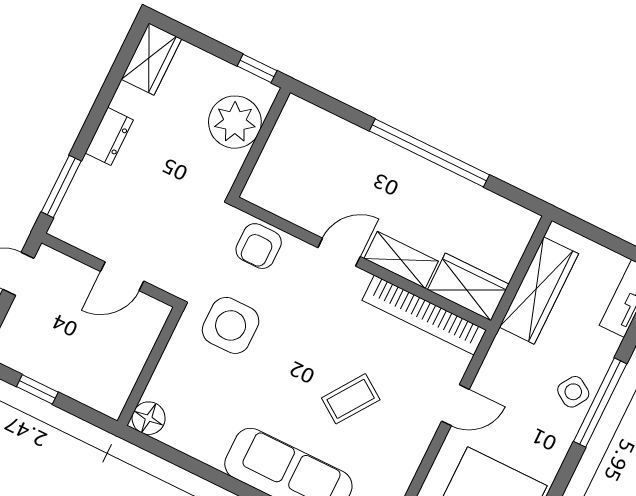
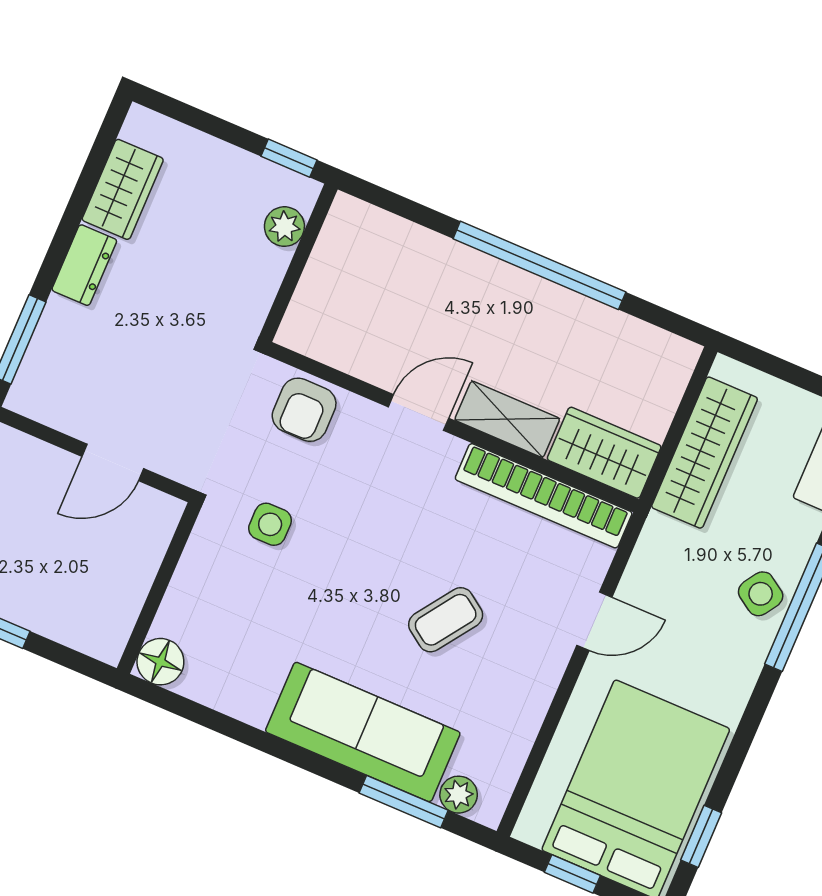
wardrobe: (151, 59) -> (123, 189), moved
plant: (235, 122) -> (284, 227), width x0.53, depth x0.53
side table: (231, 325) -> (270, 524), width x0.54, depth x0.54

